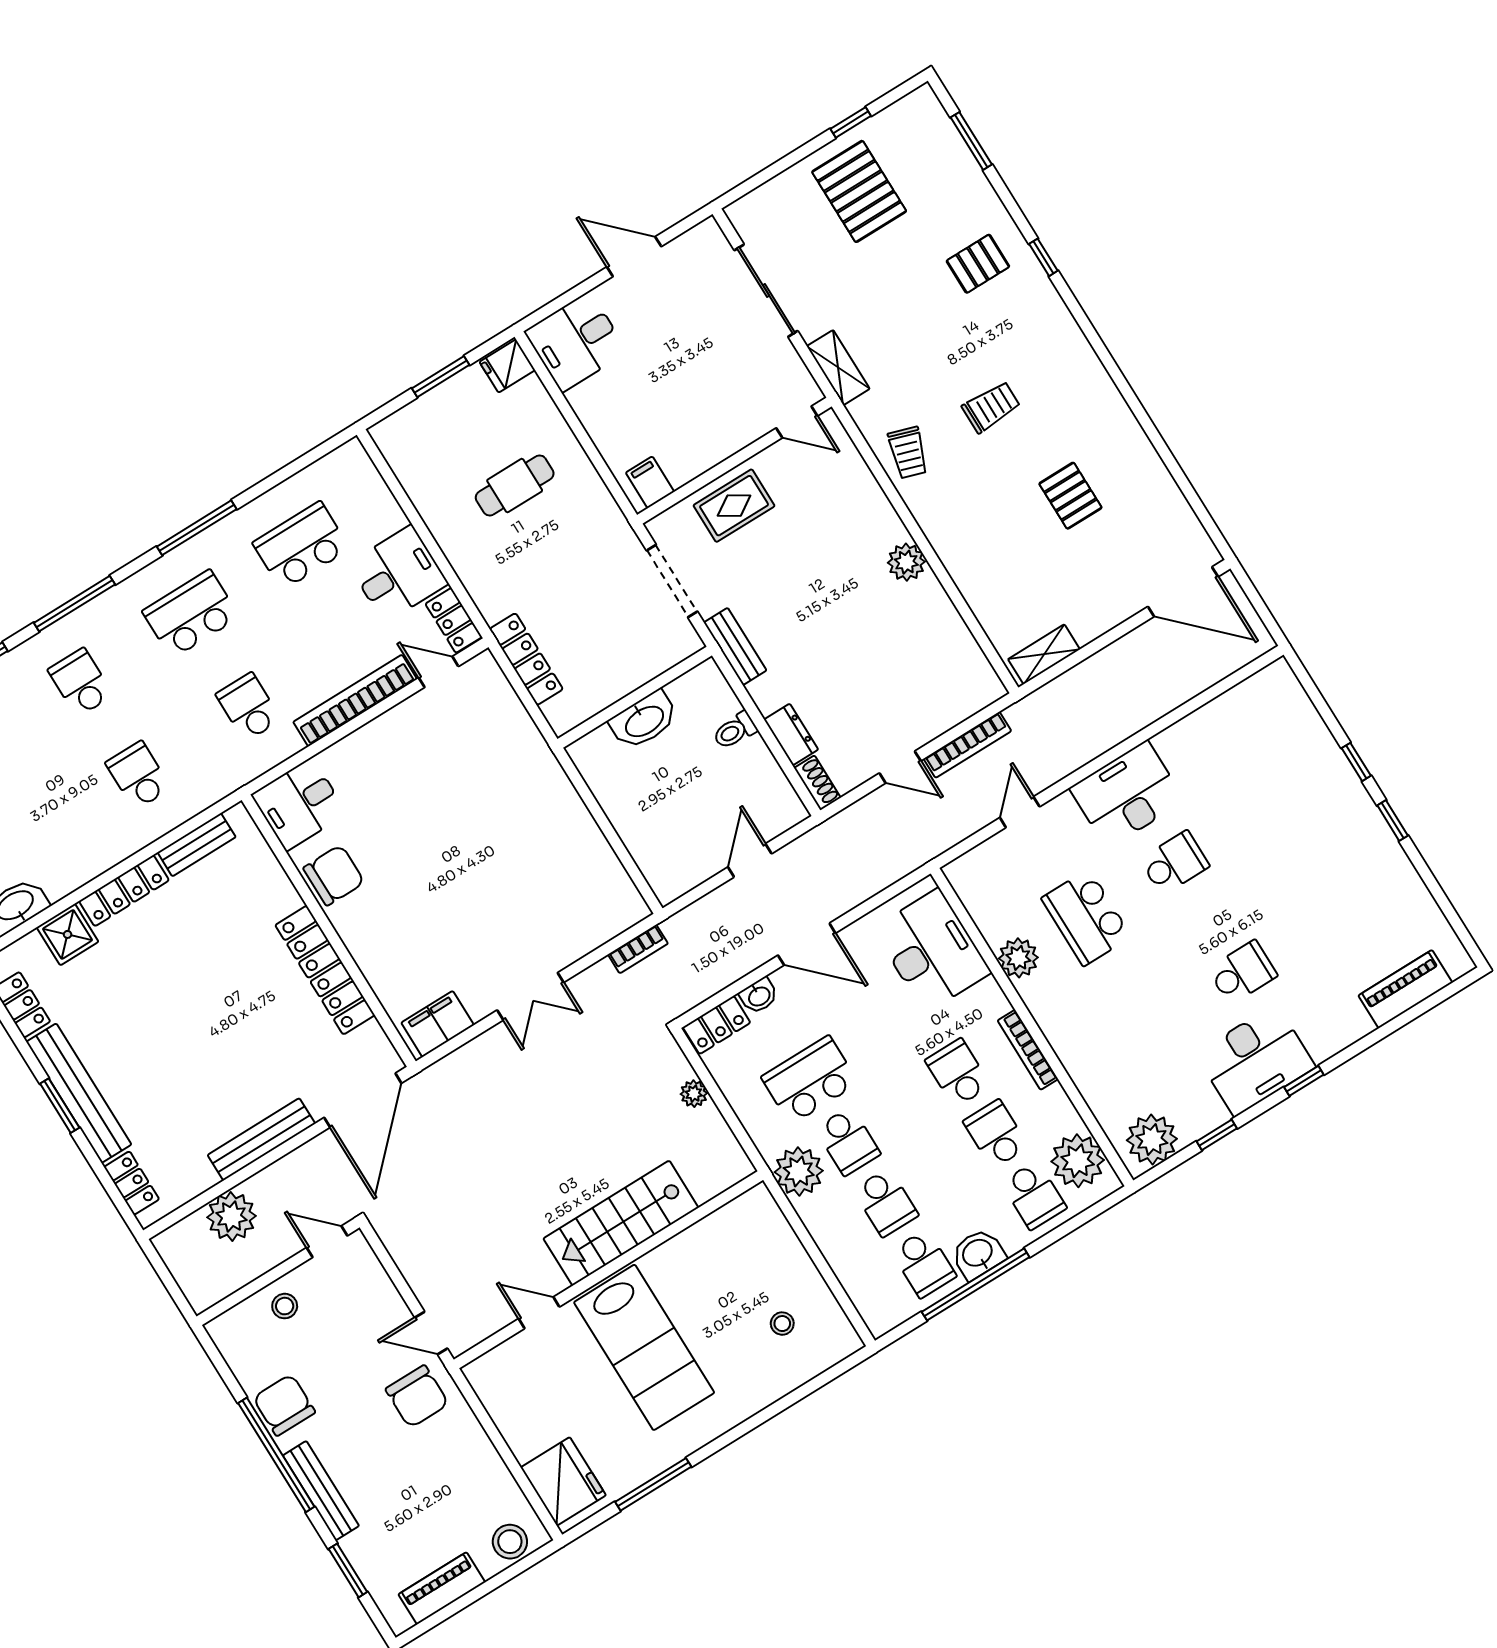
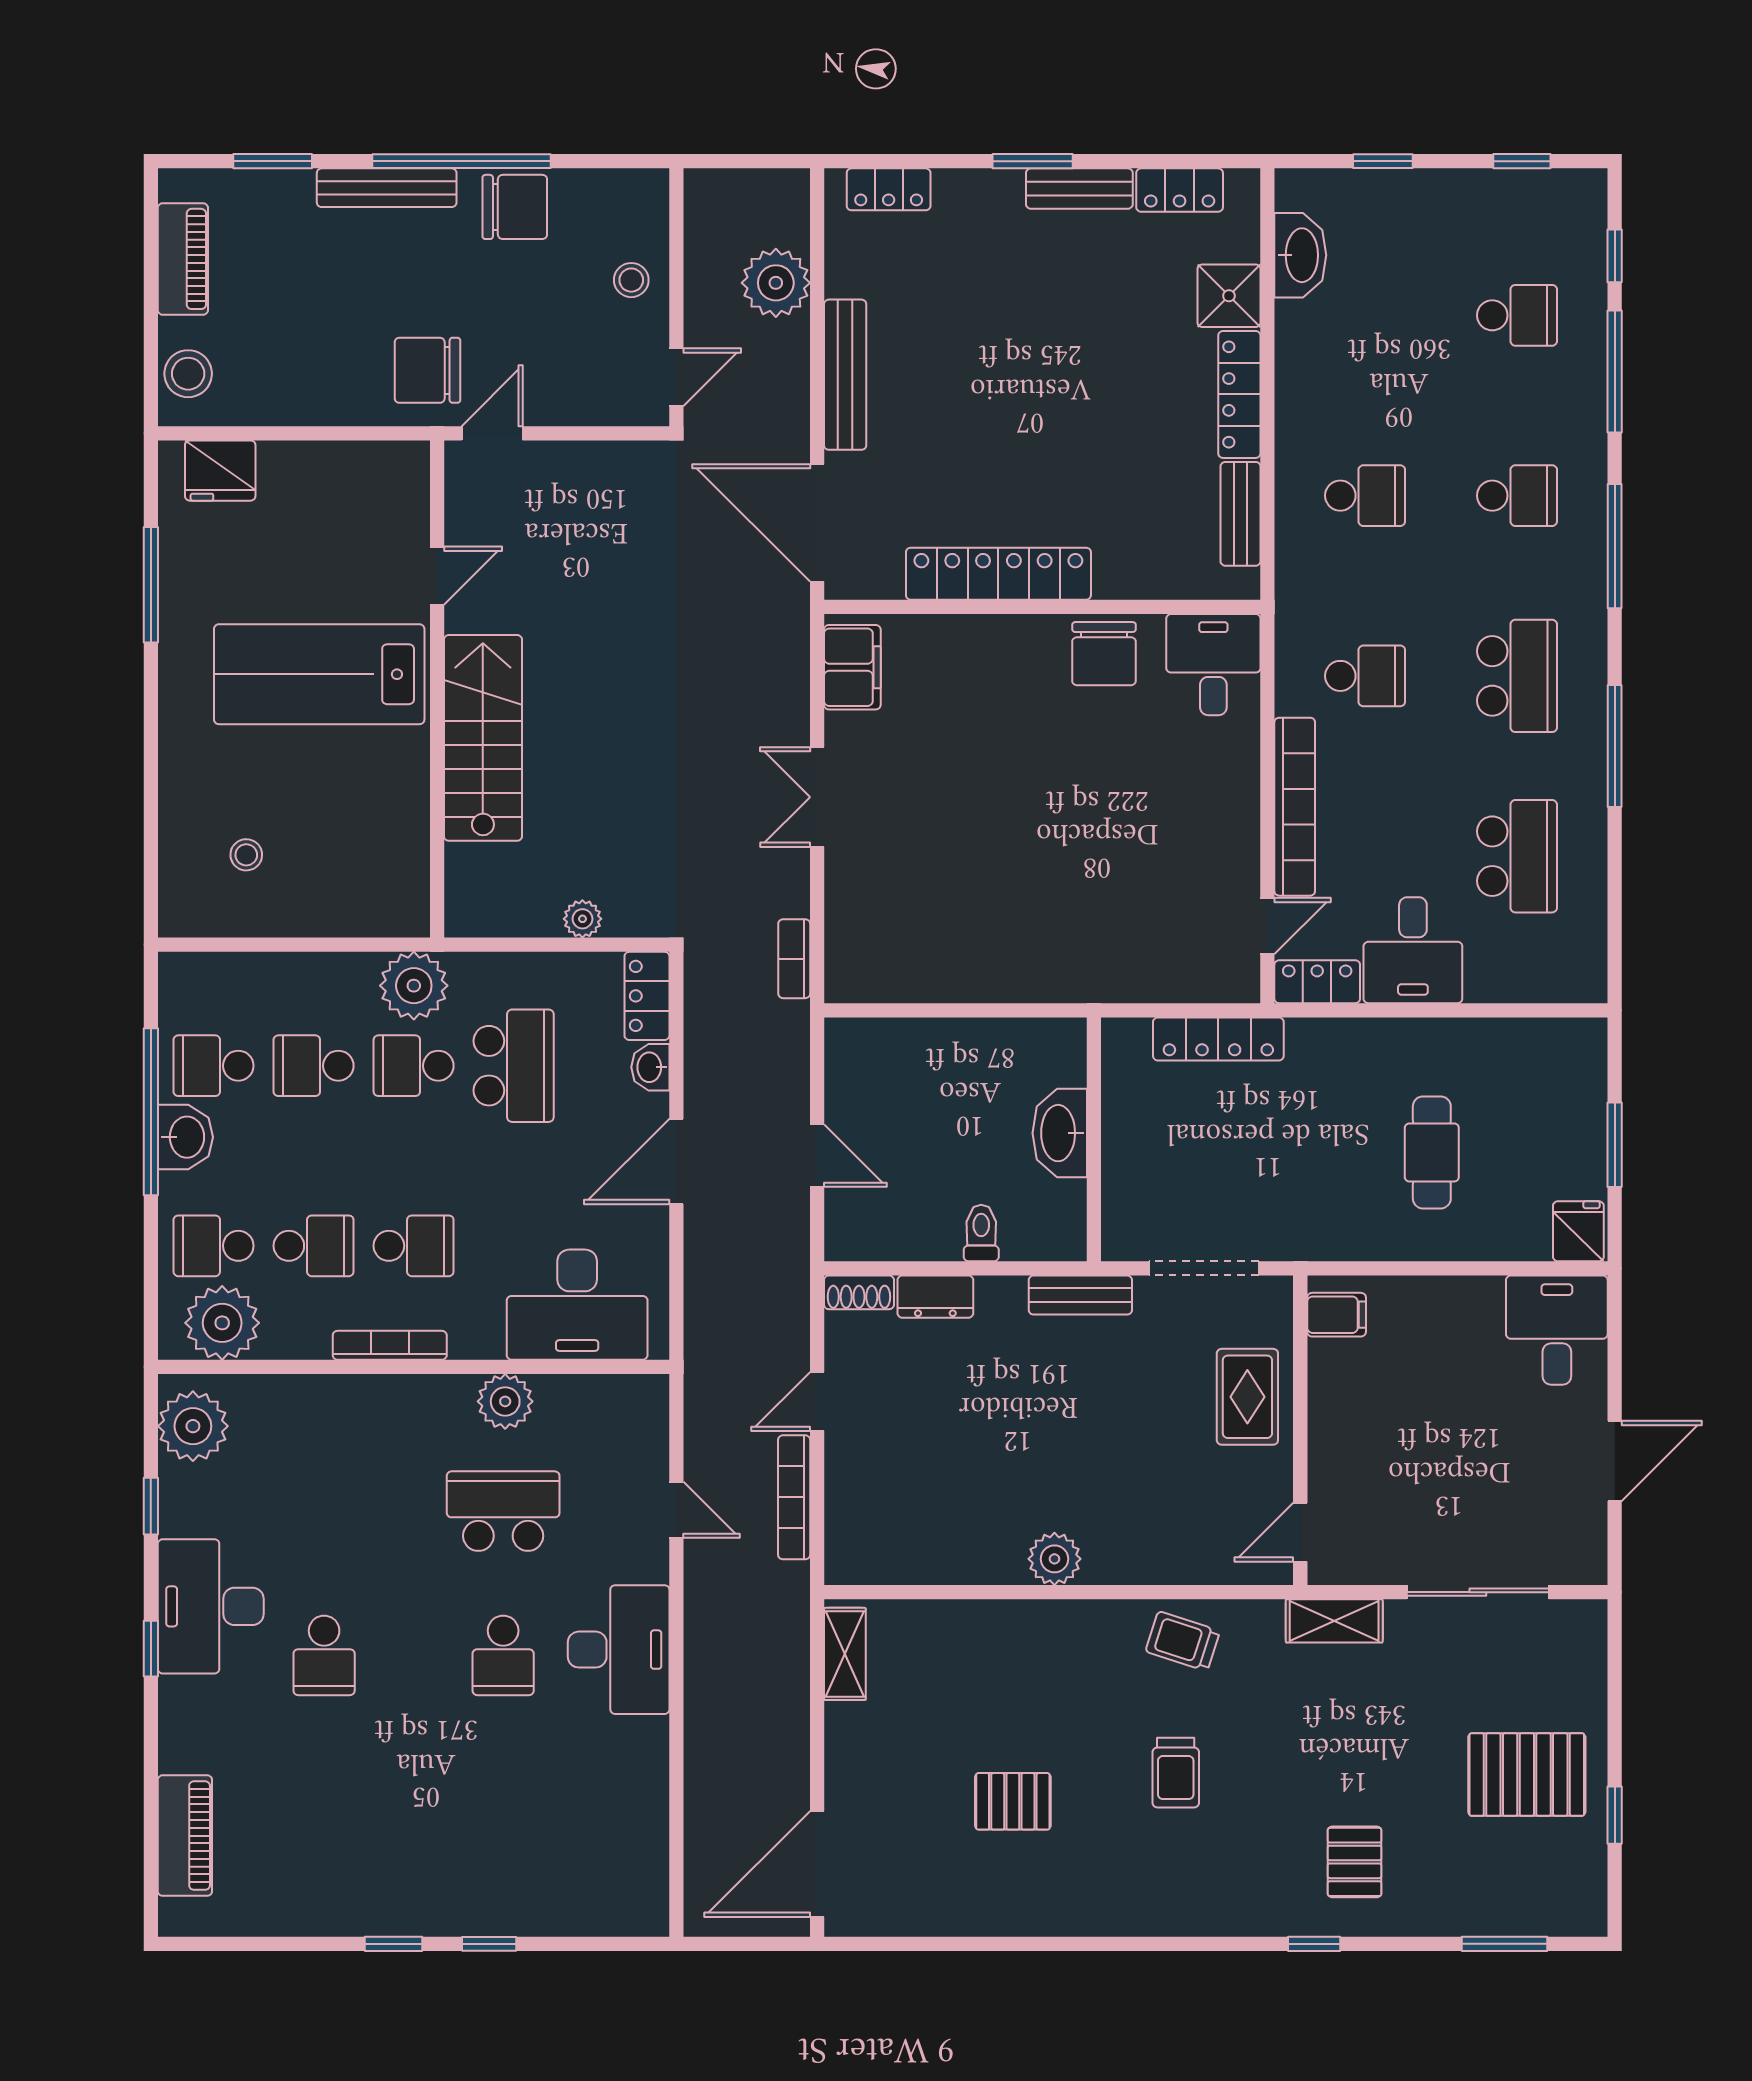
bench: (79, 1093) -> (1079, 189), width x0.54, depth x0.82
fridge: (563, 1481) -> (220, 471), width x0.73, depth x0.75

